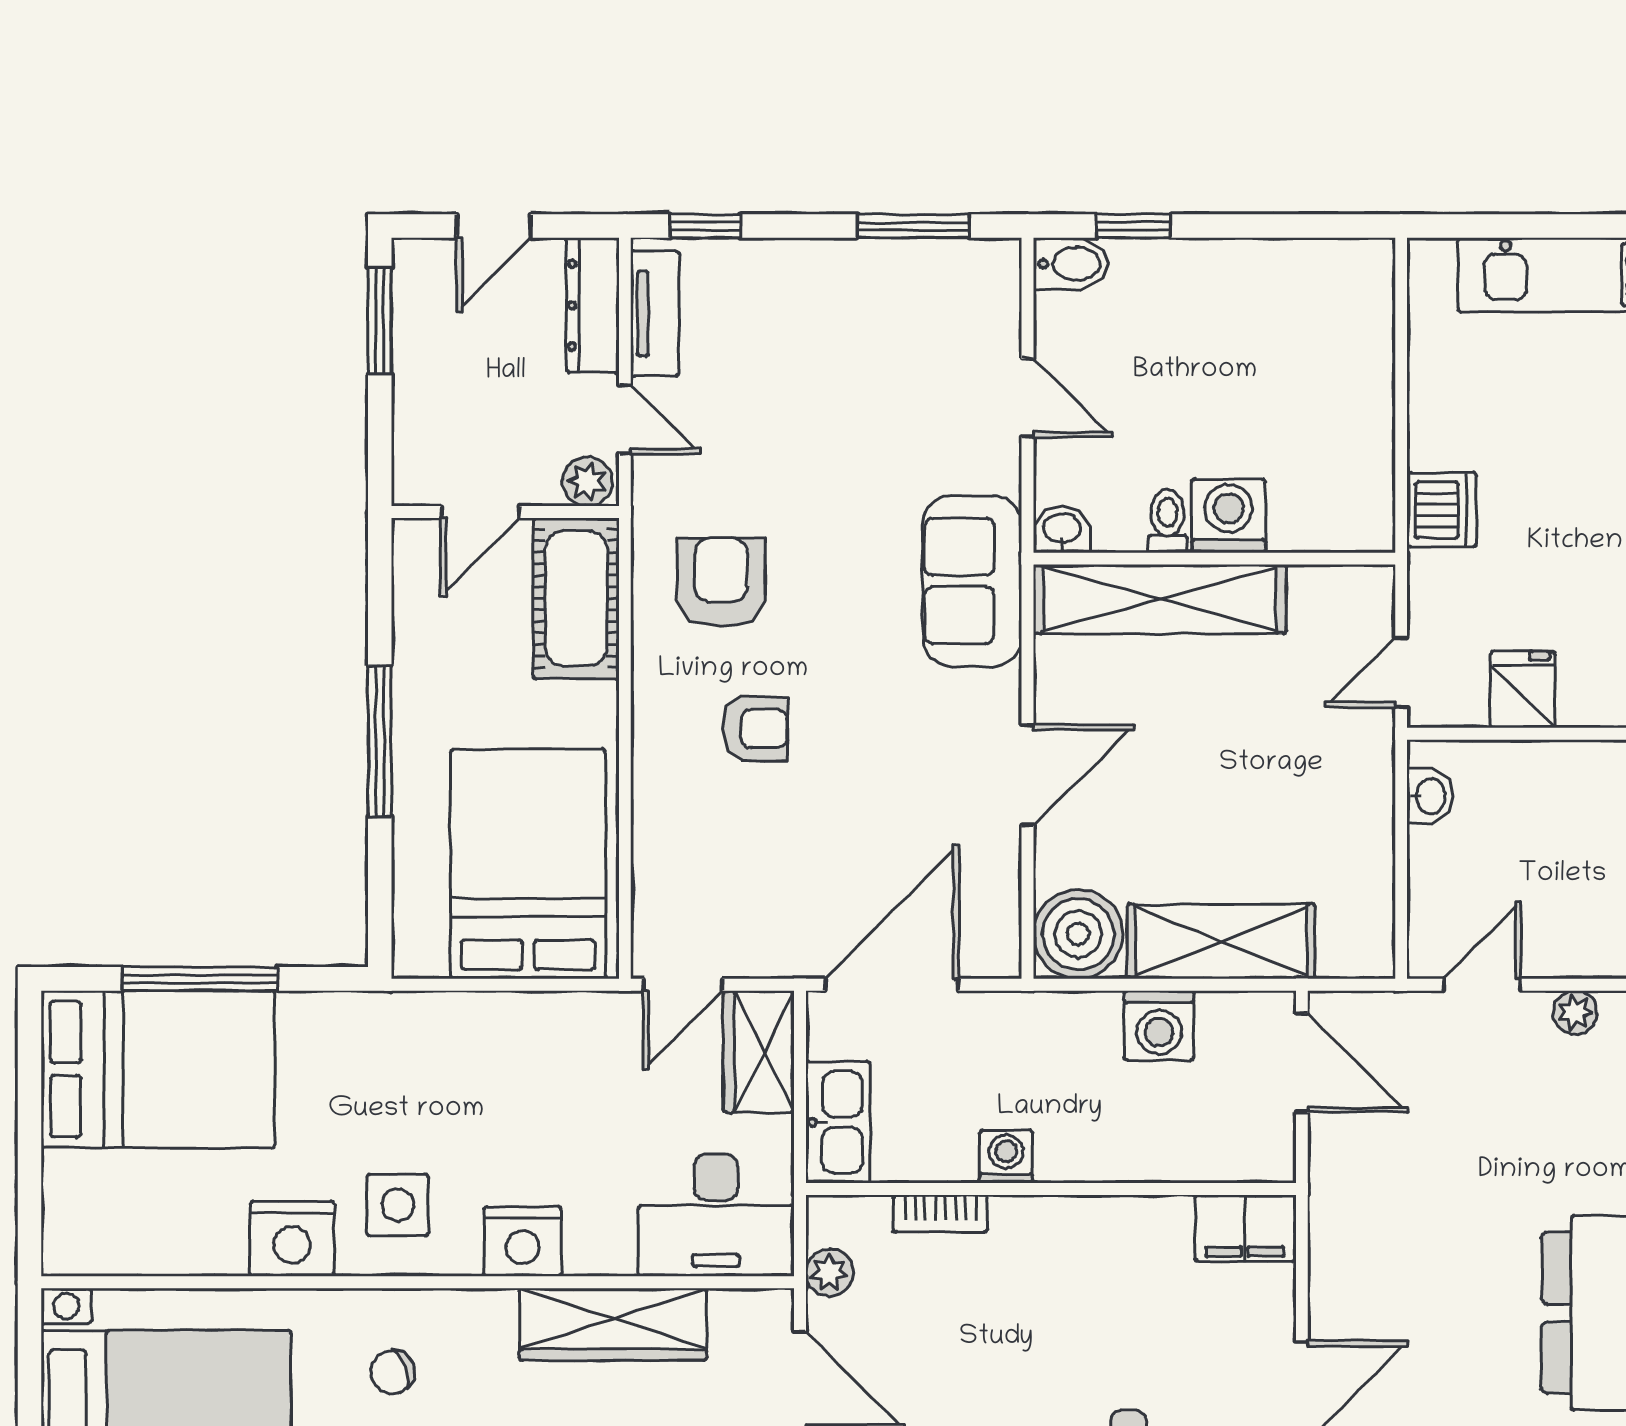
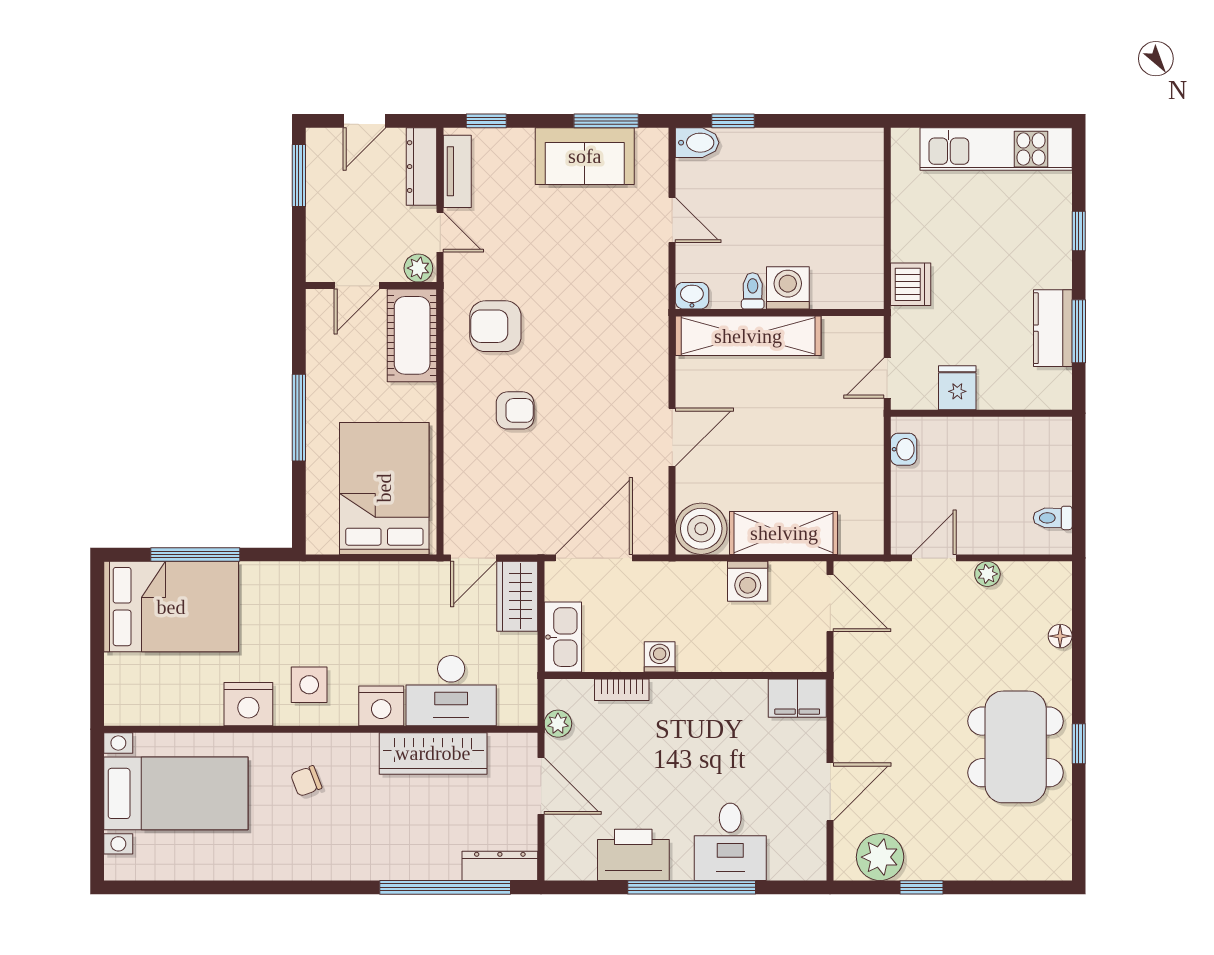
sofa: (972, 581) -> (585, 156), moved, turned -90
armchair: (721, 582) -> (495, 326), turned -90
desk: (716, 1215) -> (451, 691), moved

